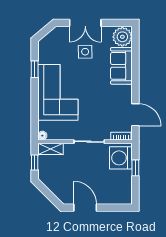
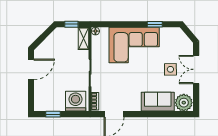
window: (135, 168) -> (53, 114), moved

